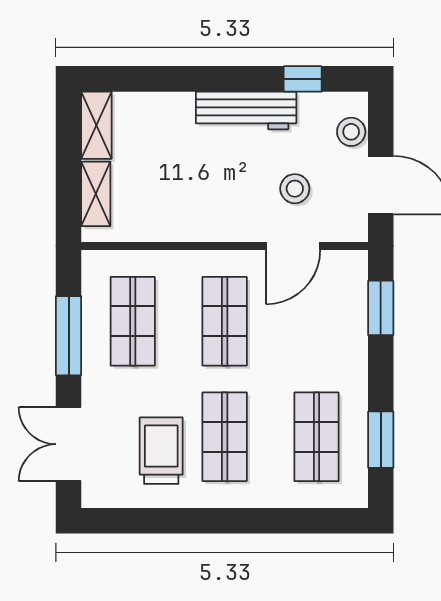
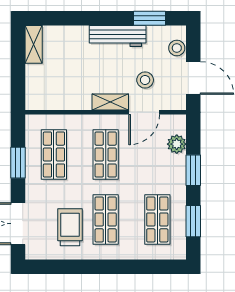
window: (303, 79) -> (149, 18), width x1.50
shelving: (96, 194) -> (110, 102), moved, turned 90
plant: (351, 303) -> (177, 144), added
window: (381, 308) -> (193, 170), moved
window: (69, 336) -> (18, 163), width x0.69

